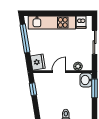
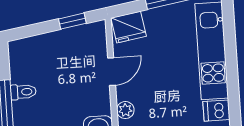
door: (59, 72) -> (112, 72), hinge flipped

